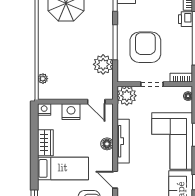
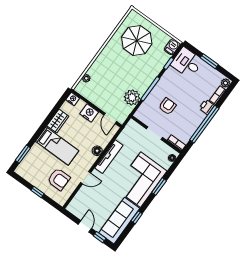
armchair: (145, 47) -> (167, 106), width x0.53, depth x0.53
plant: (127, 96) -> (133, 129), removed
door: (115, 180) -> (86, 178), swing flipped

